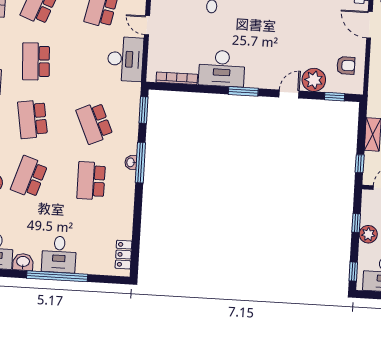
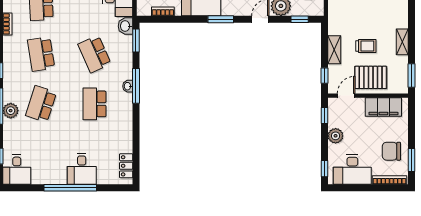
bookcase: (177, 78) -> (163, 11), width x0.64
window: (356, 223) -> (324, 116), moved
desk: (59, 254) -> (82, 169), moved
washbasin: (23, 262) -> (125, 26), moved, turned -90

